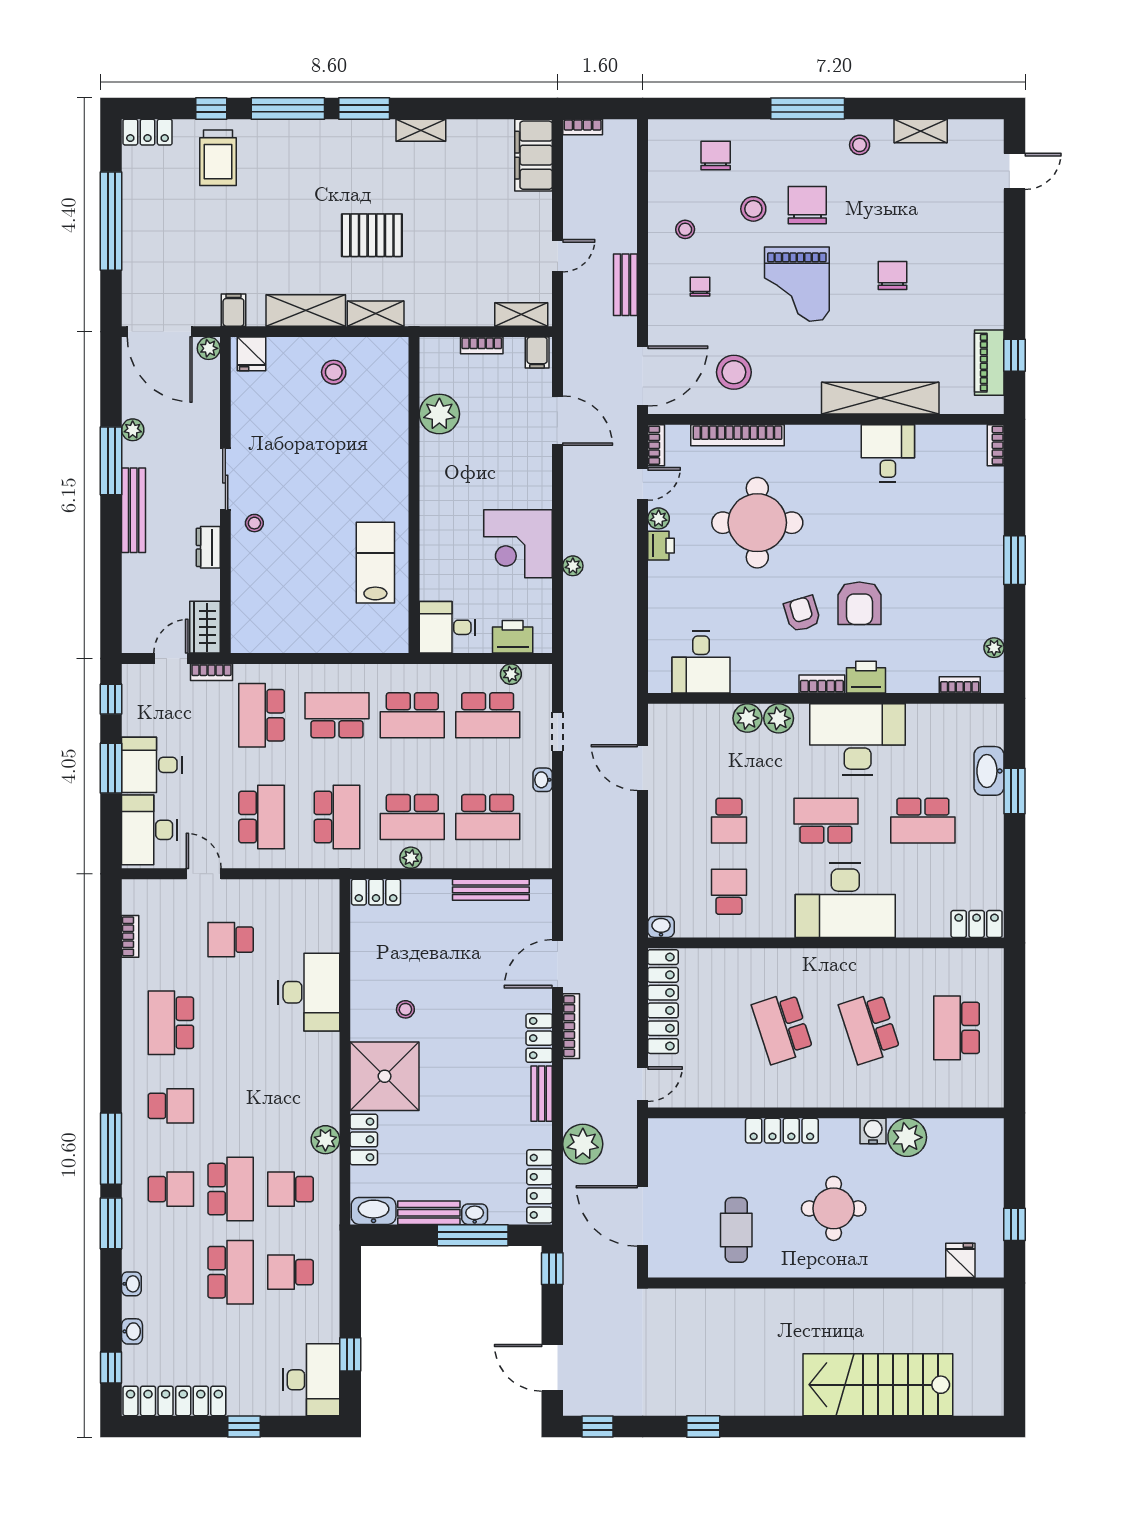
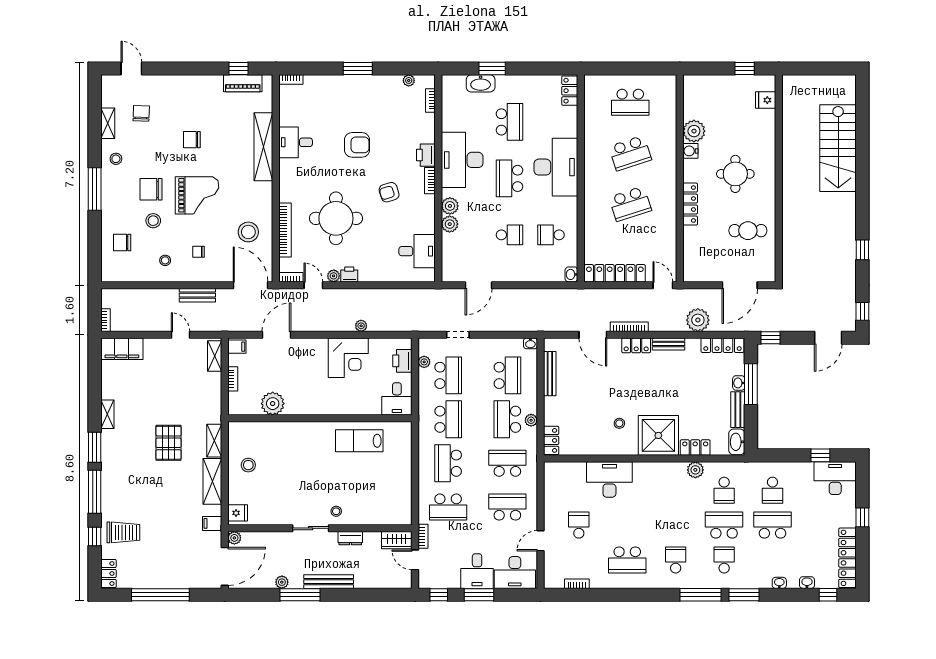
chair: (938, 188) -> (141, 113), added
armchair: (859, 603) -> (357, 145), moved
washbasin: (543, 780) -> (530, 343), moved
school desk: (412, 817) -> (507, 419), turned 180
school desk: (231, 940) -> (579, 525), turned 180

